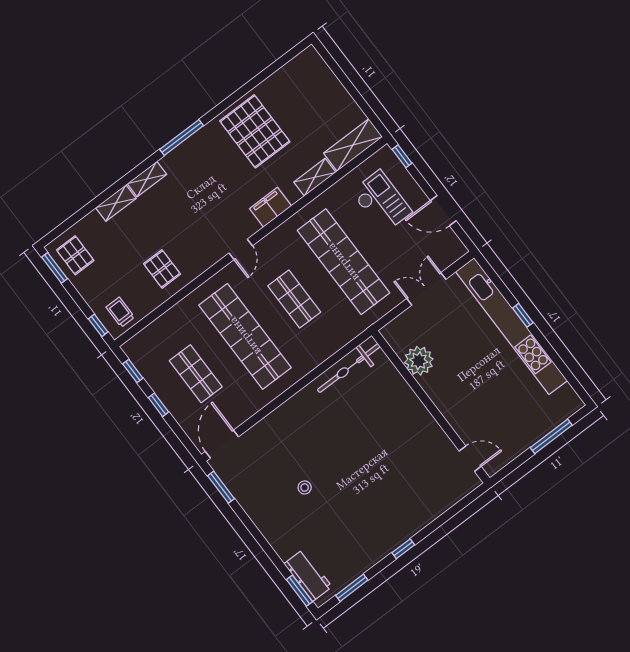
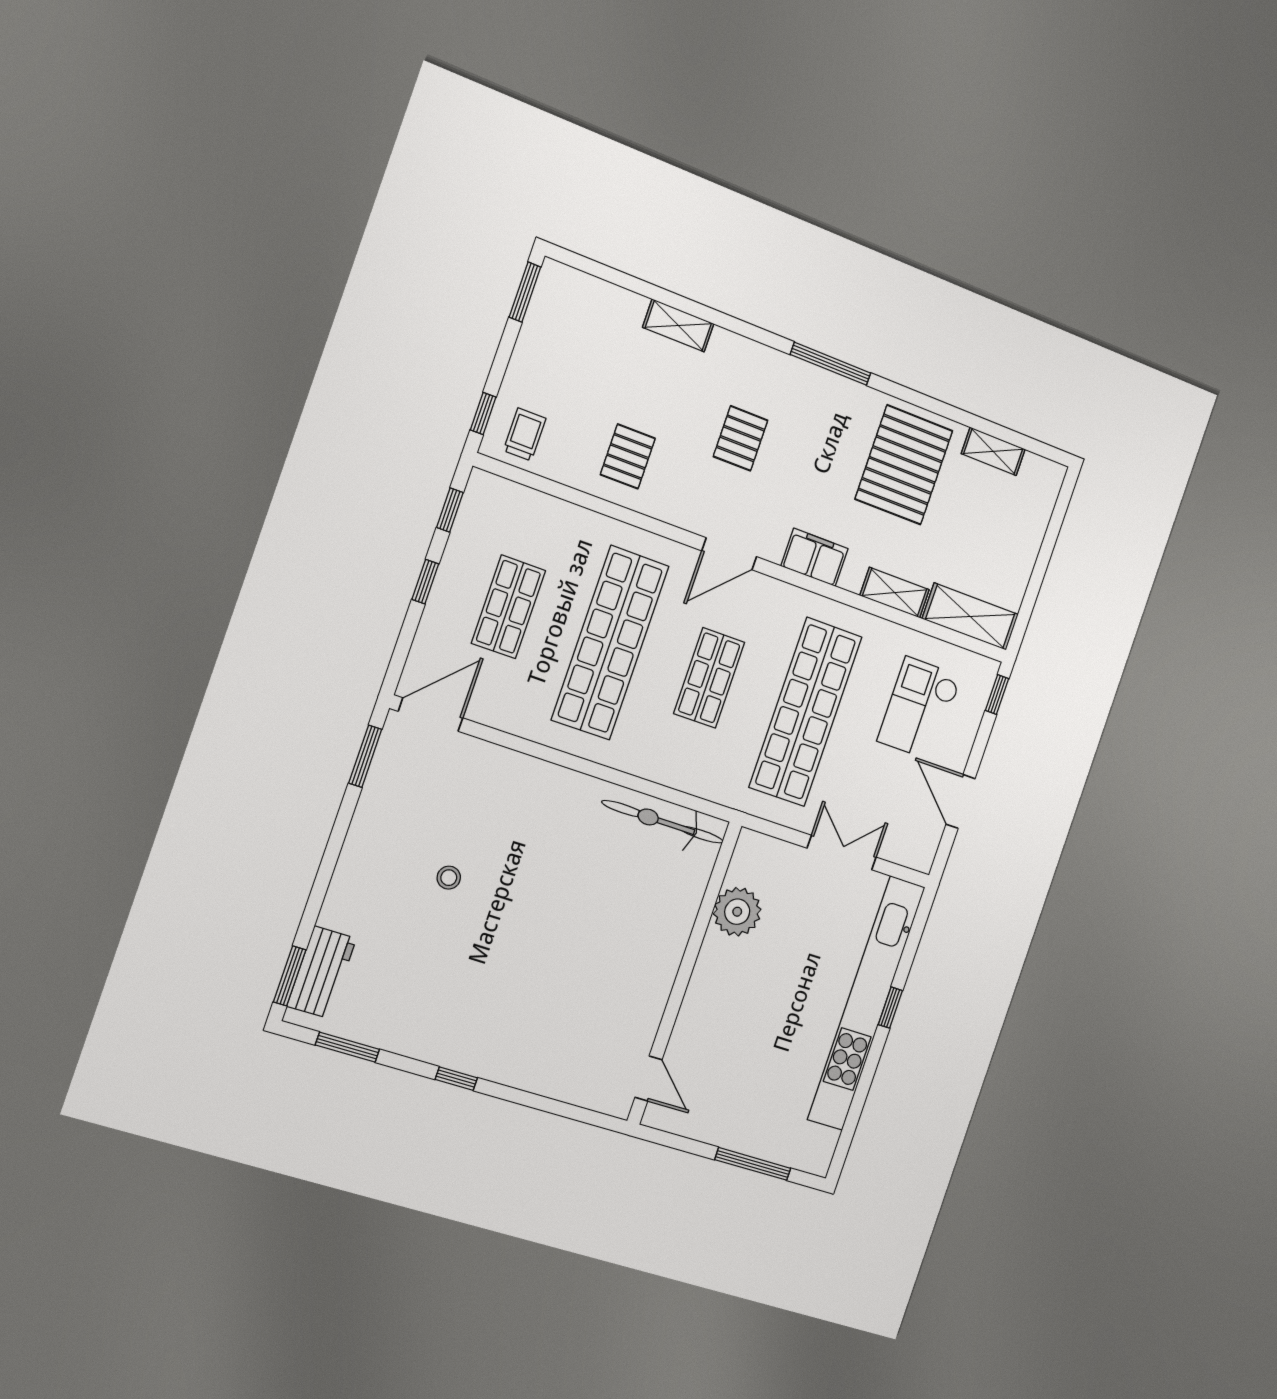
shelving: (147, 179) -> (993, 451), moved
checkout: (381, 202) -> (919, 709), turned 180
door: (241, 249) -> (729, 554), width x1.38
pallet: (75, 255) -> (740, 438), moved

